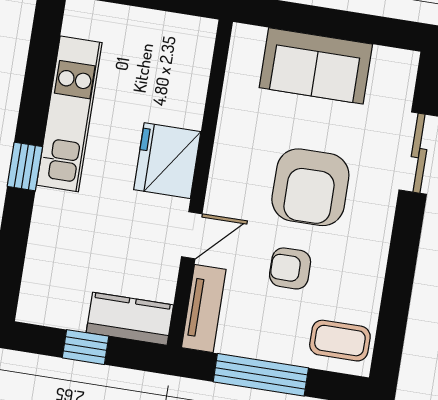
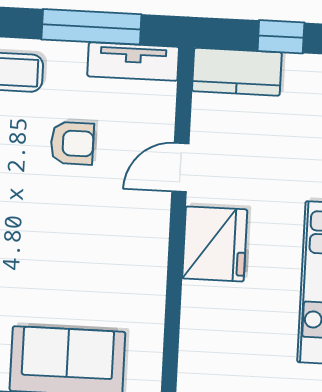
armchair: (310, 187) -> (60, 232), removed
tv unit: (204, 309) -> (133, 62), moved, turned -90

